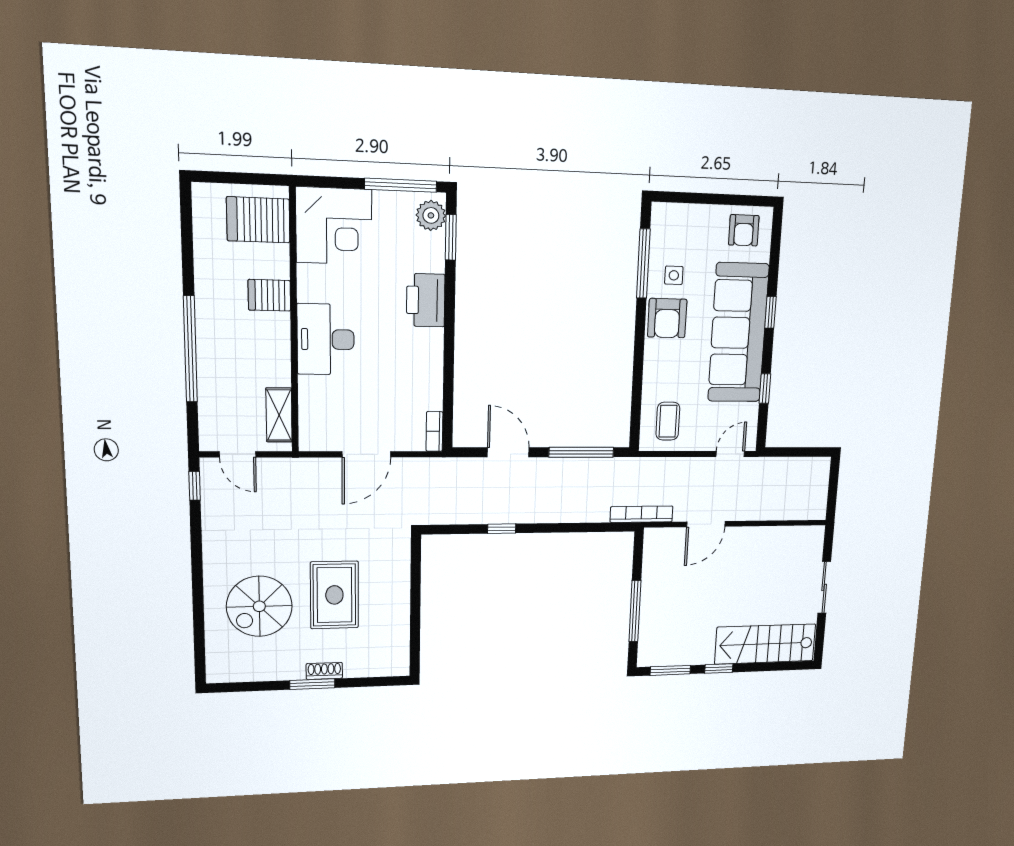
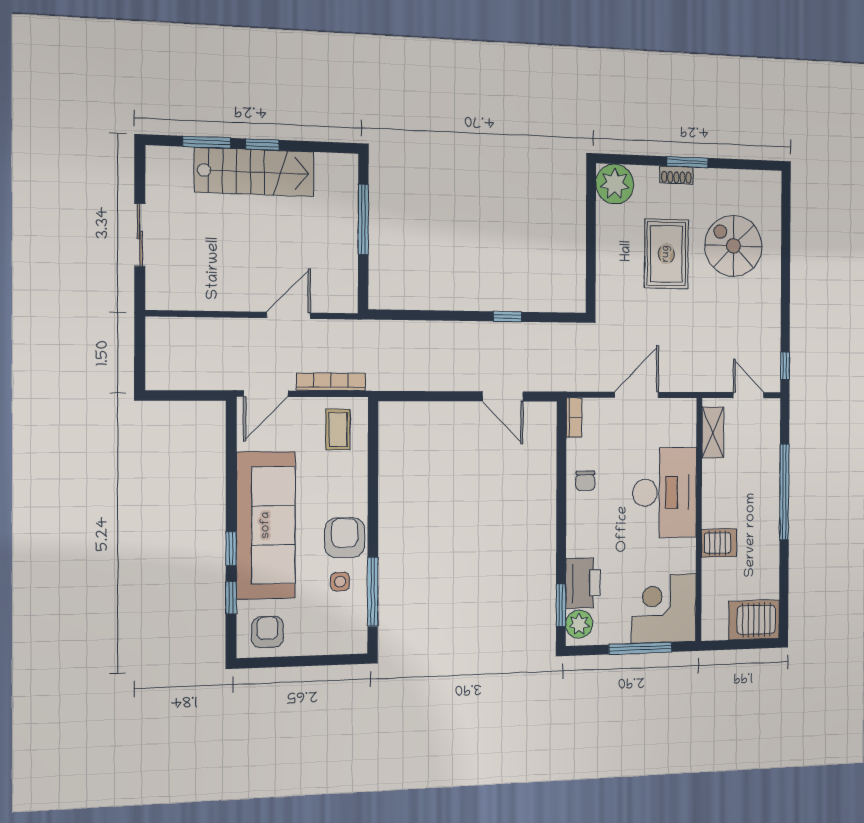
window: (401, 185) -> (640, 648), moved
server rack: (258, 220) -> (754, 620), moved, turned 180
printer: (426, 300) -> (583, 583), moved
desk: (326, 339) -> (665, 493), width x1.36, depth x1.30
chair: (423, 367) -> (585, 481), added
window: (765, 389) -> (231, 598), moved
window: (581, 452) -> (429, 396), removed
door: (730, 454) -> (266, 394), width x1.38
bookcase: (642, 514) -> (331, 382), moved, turned 180
spiral stairs: (259, 606) -> (733, 246), turned -90
stairs: (765, 644) -> (254, 172), moved
plant: (390, 658) -> (615, 184), added
window: (670, 670) -> (207, 142), moved

